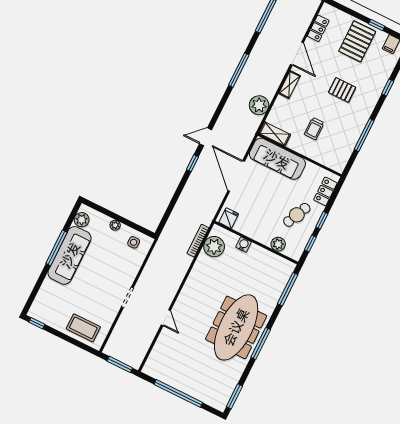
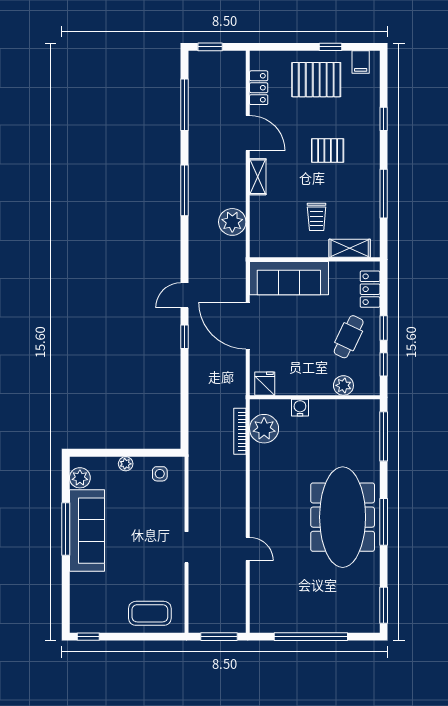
pallet: (357, 41) -> (316, 80), turned 90
shelving: (275, 134) -> (350, 248), moved

